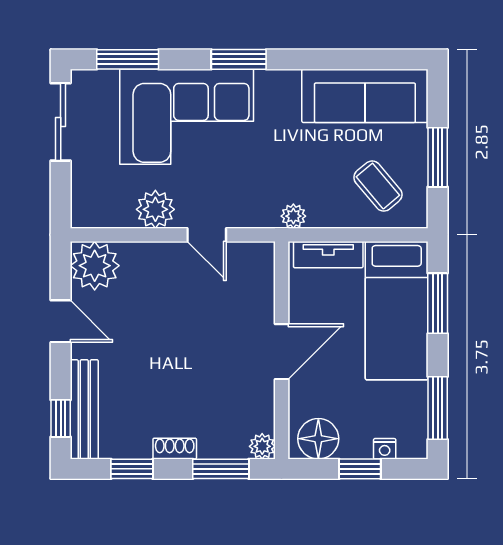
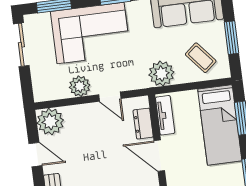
plant: (293, 216) -> (161, 74), width x1.87, depth x1.87
tv unit: (328, 255) -> (165, 115), moved, turned -90
dresser: (260, 291) -> (143, 124), added
door: (282, 352) -> (159, 156), swing flipped

